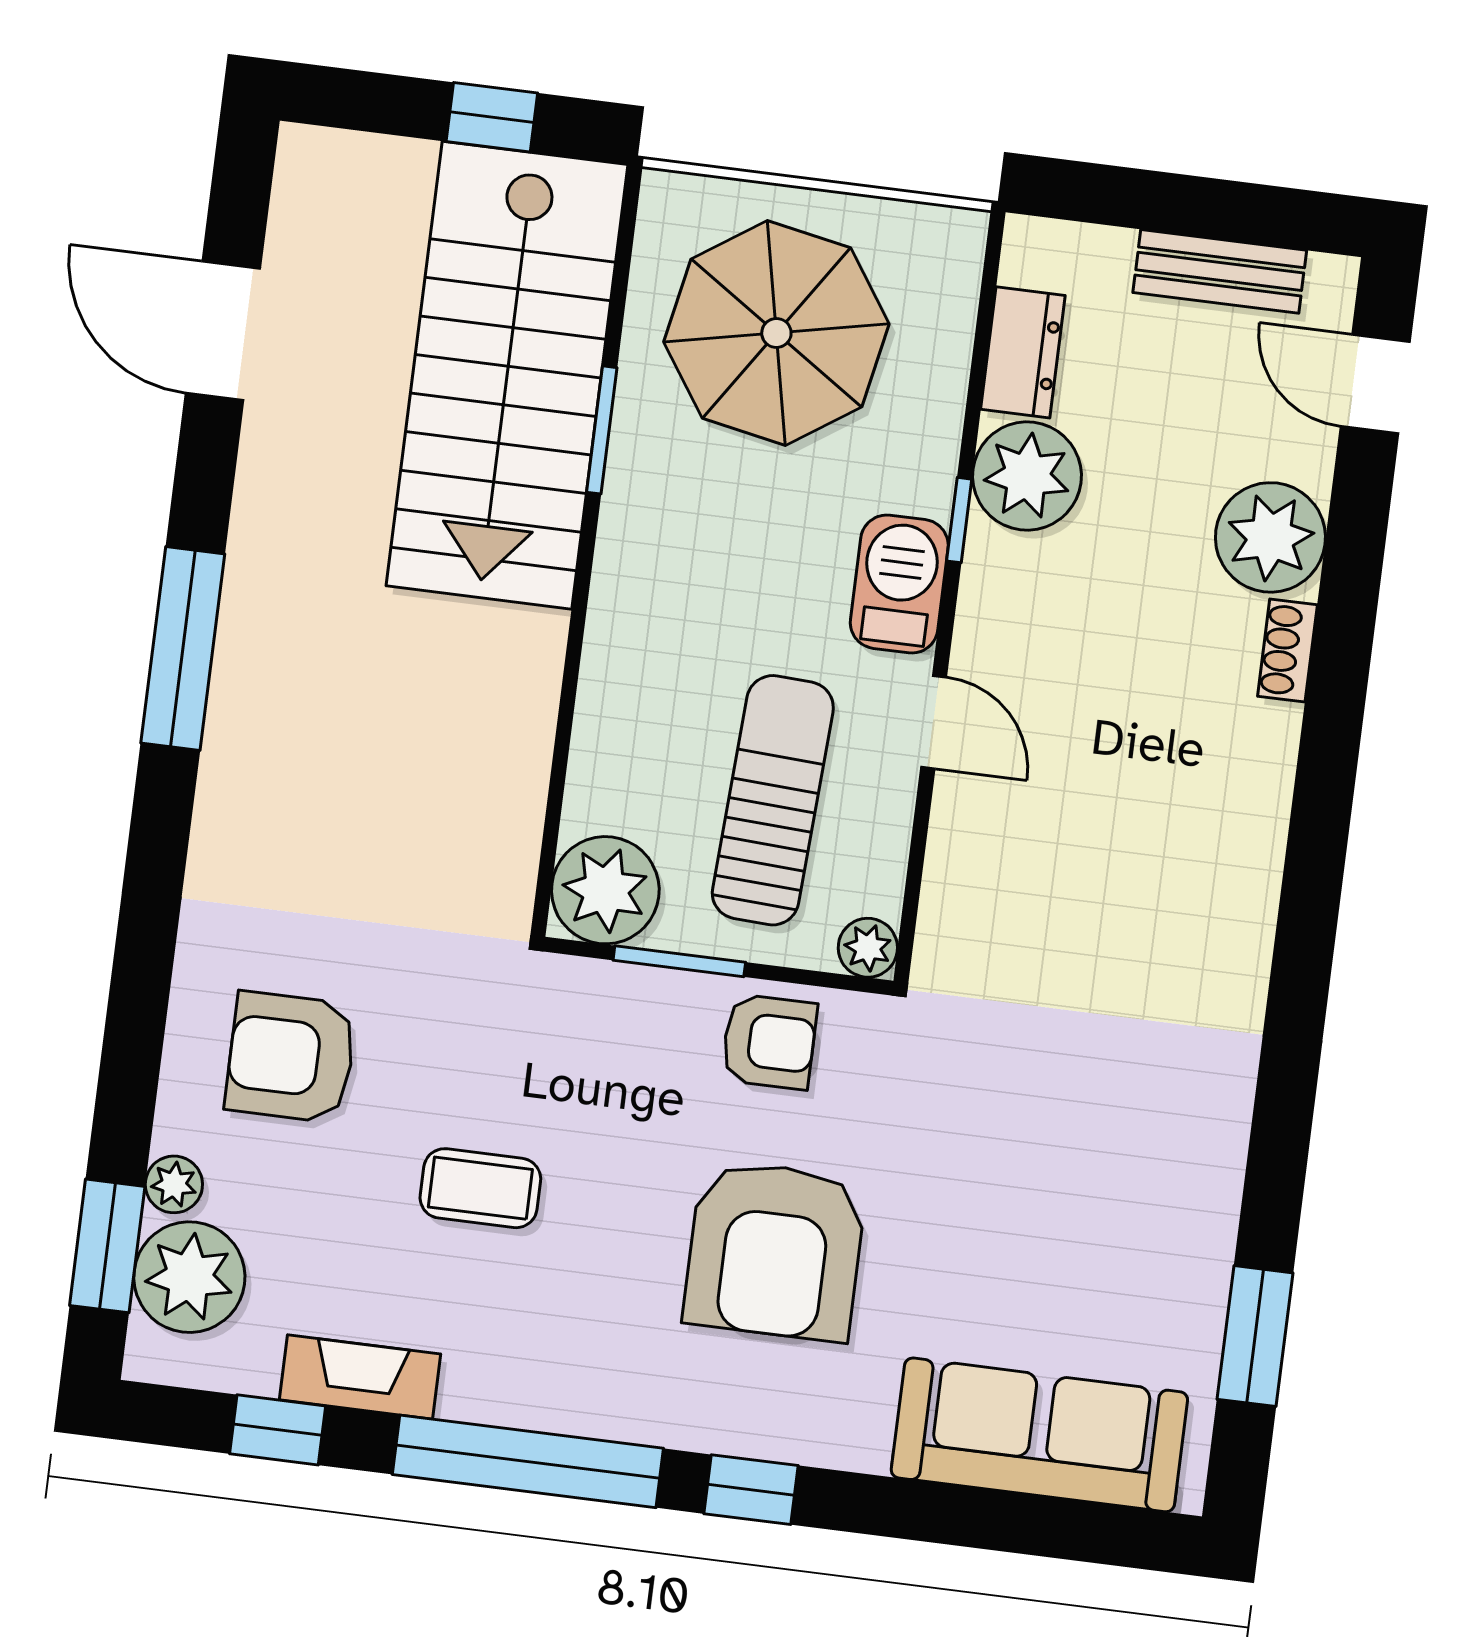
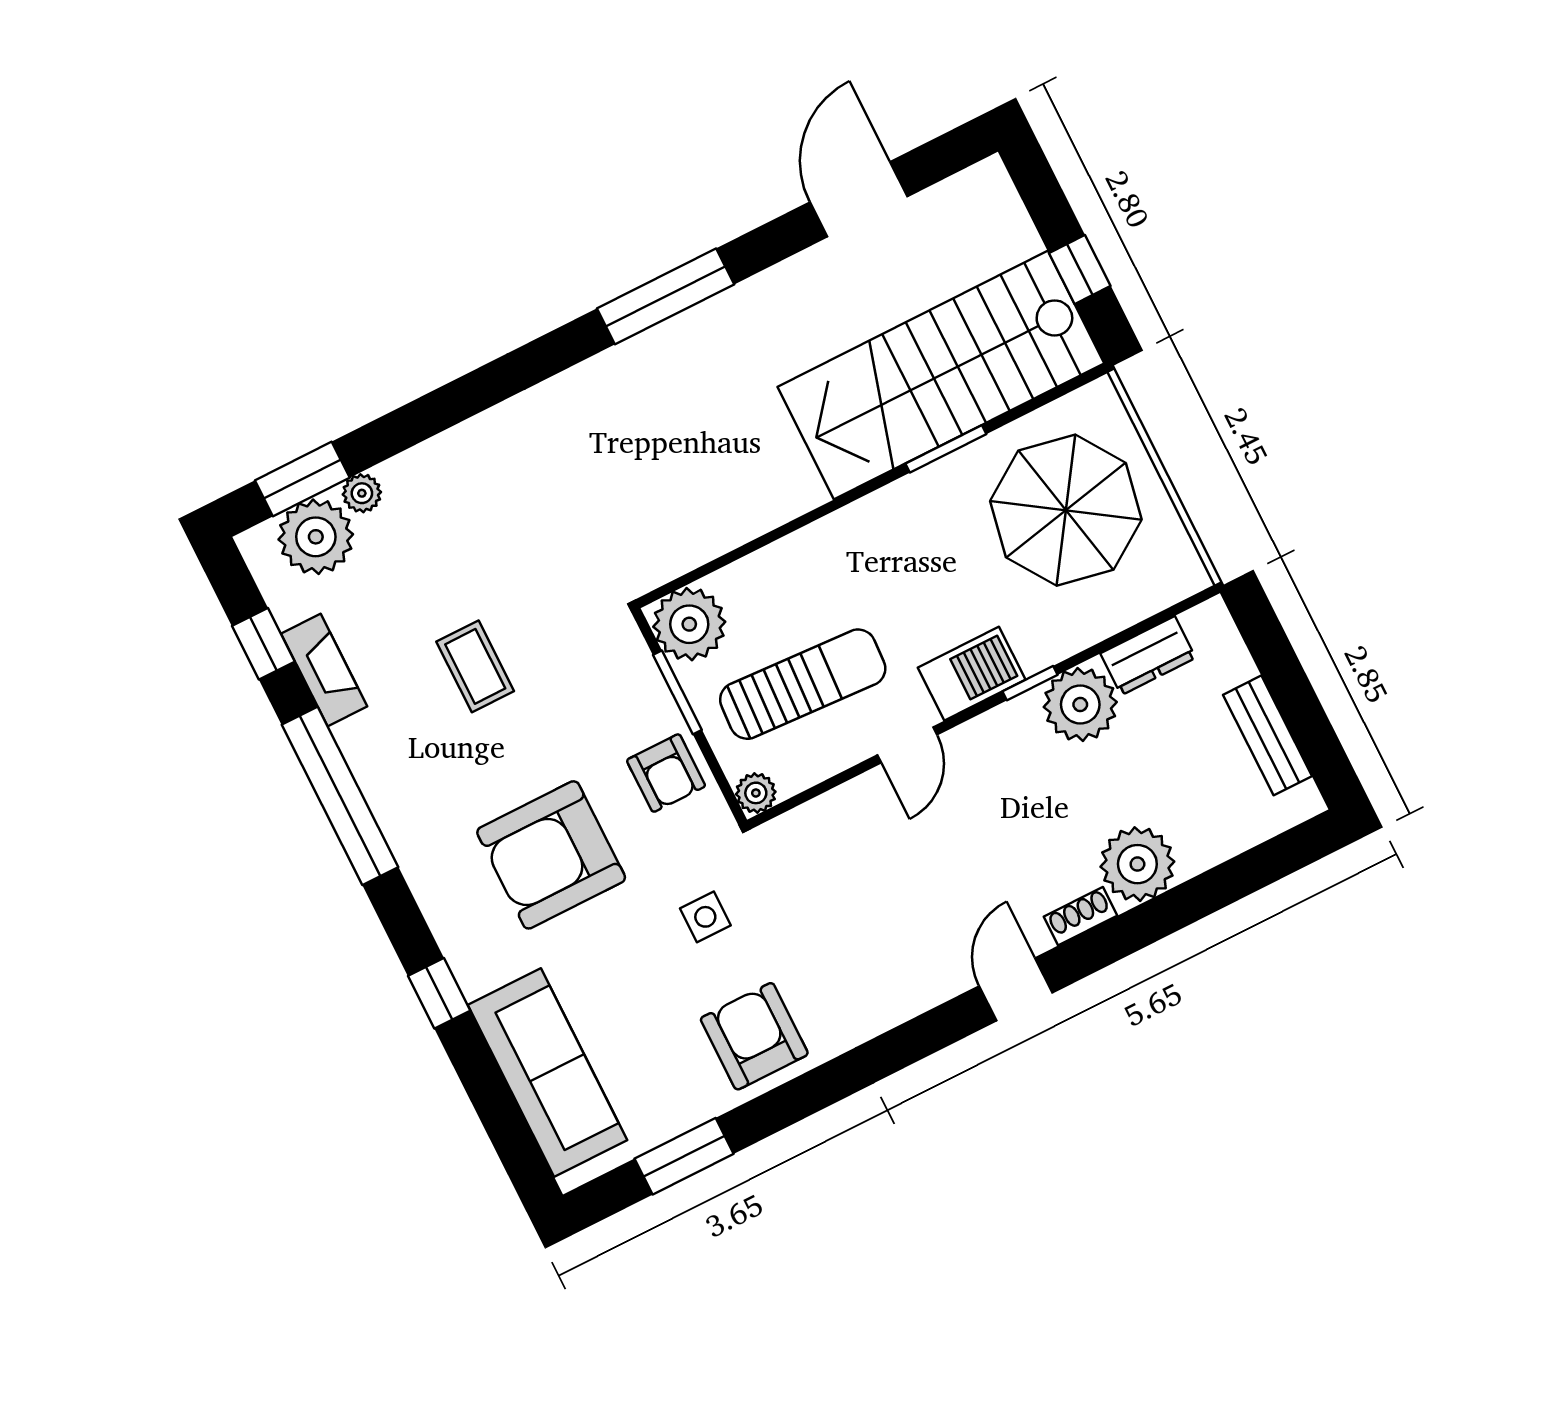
door: (1375, 384) -> (1016, 989), moved
armchair: (291, 1057) -> (754, 1036), moved
side table: (978, 1112) -> (705, 917), added
window: (751, 1490) -> (439, 993), moved

